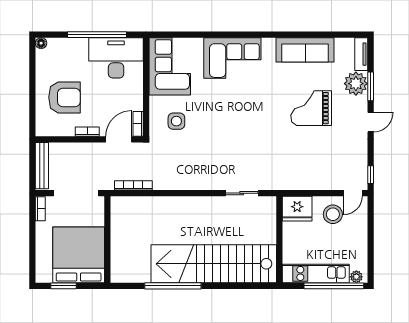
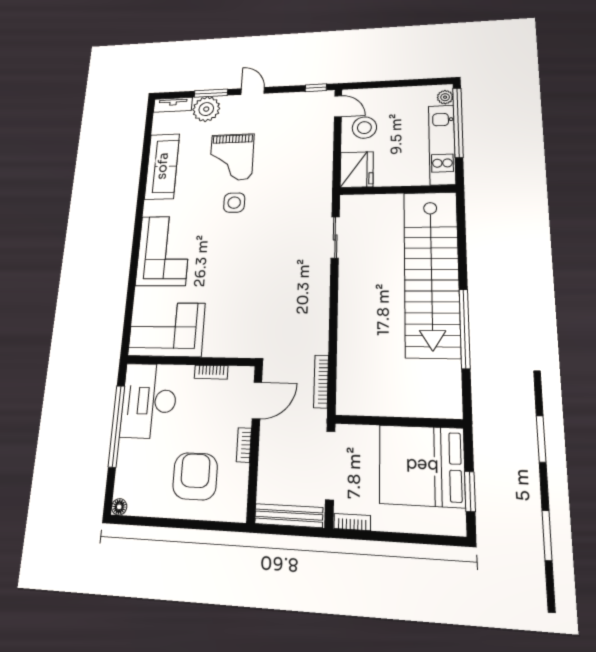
side table: (176, 121) -> (234, 203), moved
bookcase: (138, 124) -> (211, 372), moved
door: (119, 139) -> (257, 400), swing flipped

